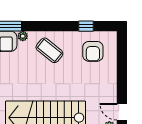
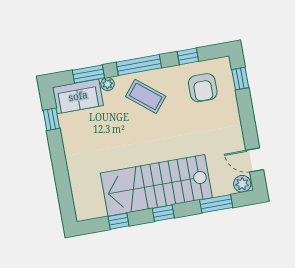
window: (49, 26) -> (139, 65), added
window: (122, 50) -> (240, 79), added

